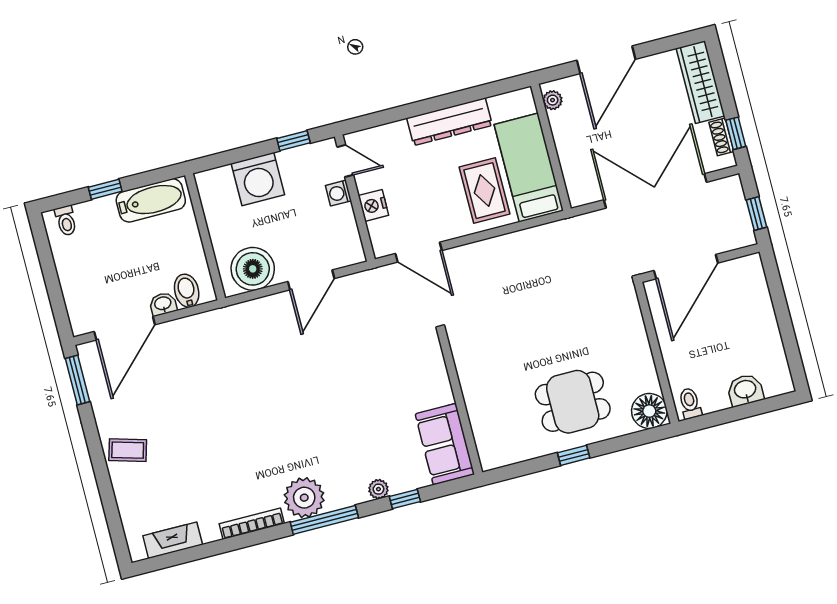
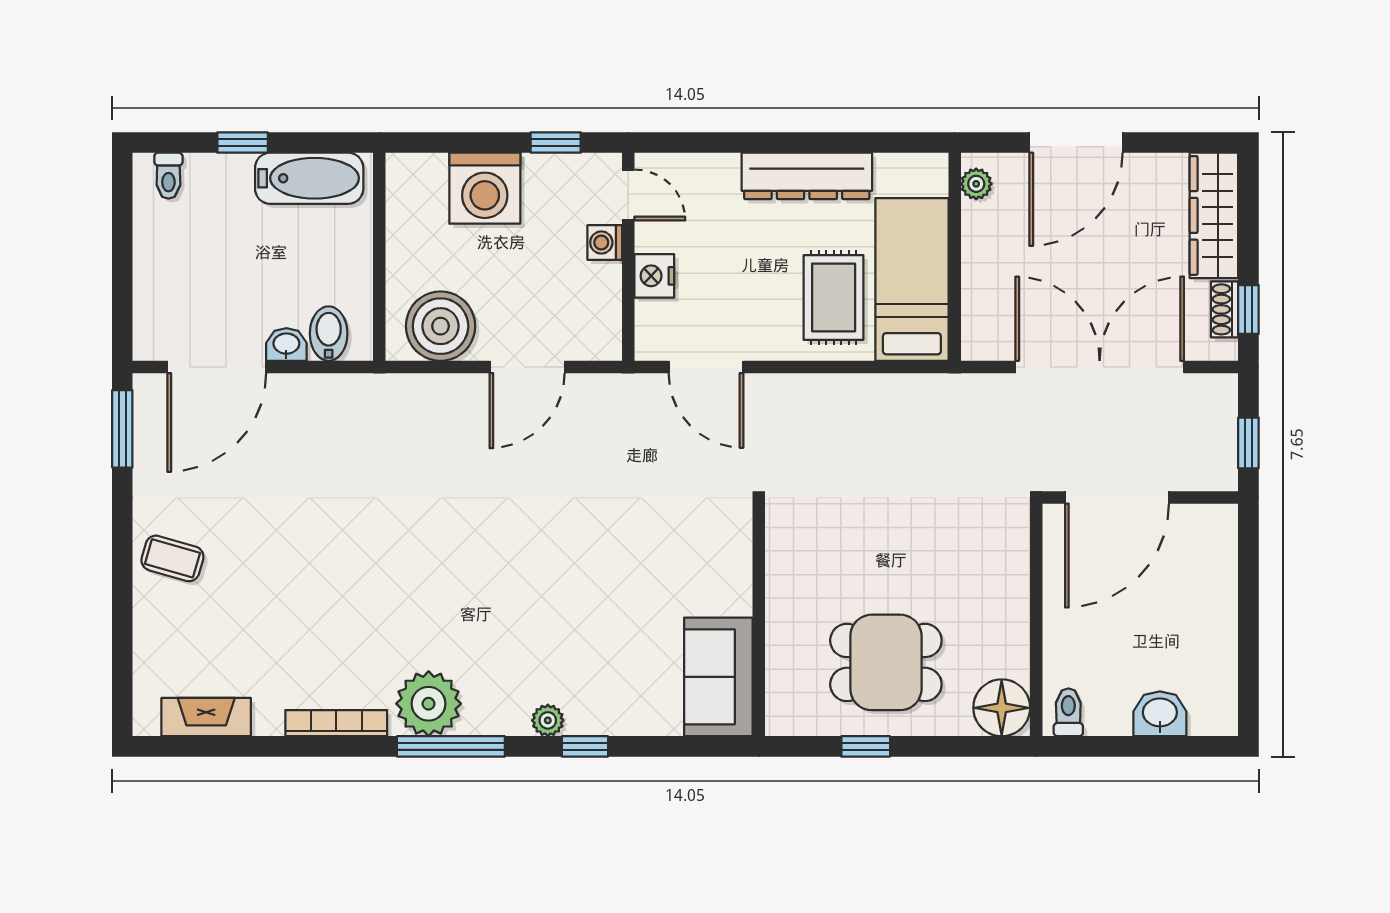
wall: (460, 404) -> (759, 620), moved
sofa: (445, 444) -> (718, 677), moved

